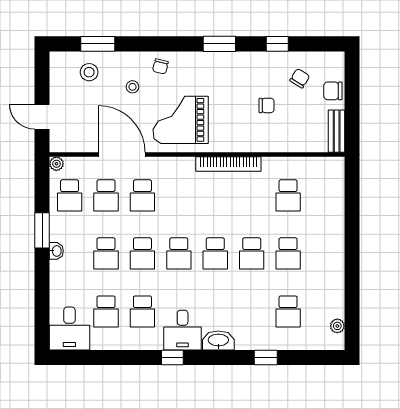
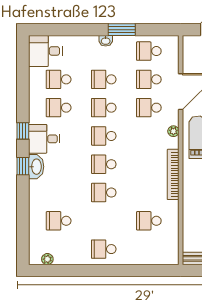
plant: (56, 164) -> (173, 131), moved
school desk: (288, 253) -> (104, 249), moved
window: (266, 358) -> (23, 166), moved

